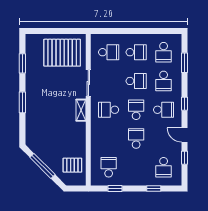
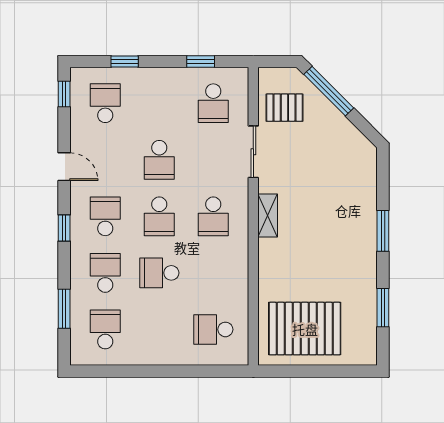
school desk: (136, 52) -> (159, 329), removed
sliding door: (88, 83) -> (253, 152), moved
school desk: (109, 110) -> (213, 216), turned 90
school desk: (164, 110) -> (105, 216), turned 90
window: (185, 158) -> (64, 94), moved
window: (42, 166) -> (329, 91), moved

